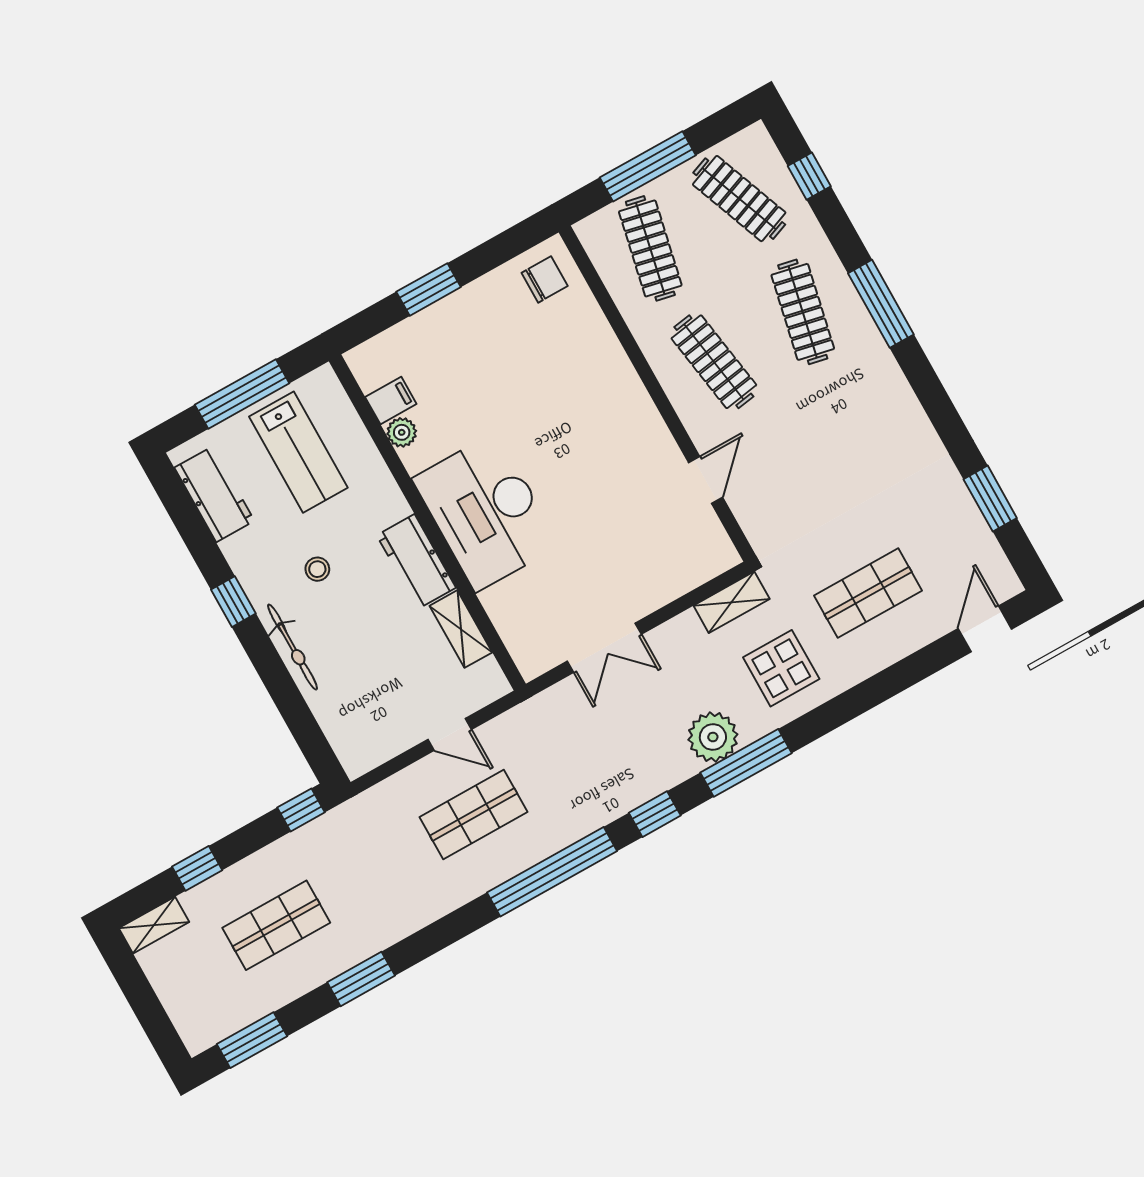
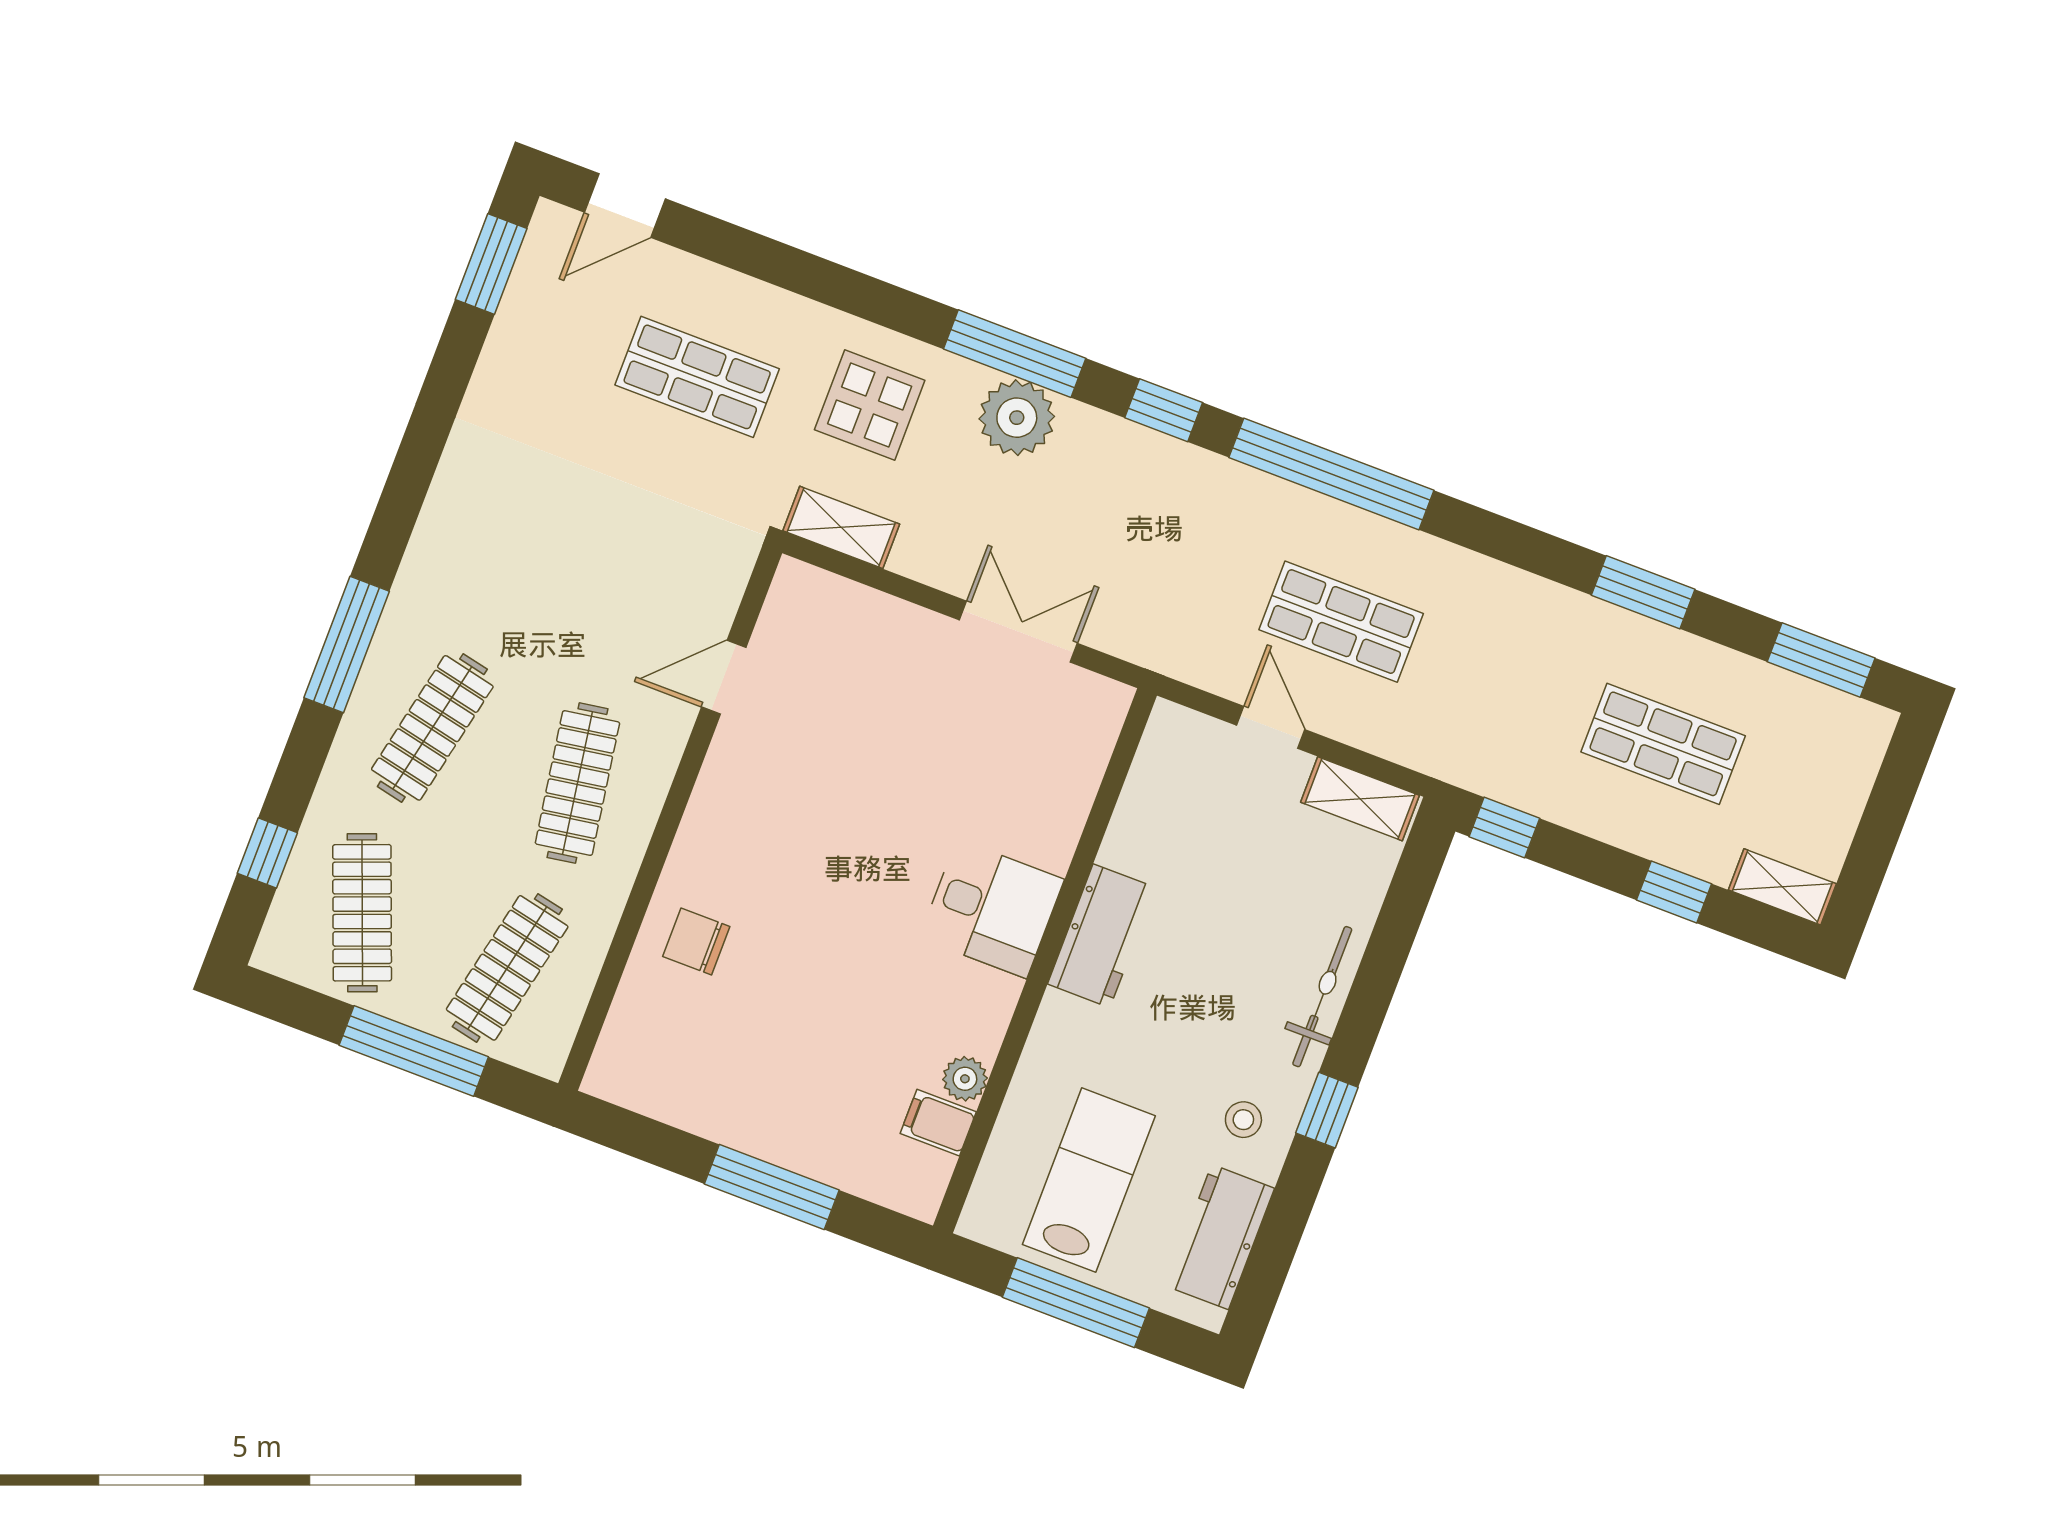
chair: (545, 279) -> (696, 941), moved
window: (429, 289) -> (772, 1187), width x1.44
window: (990, 499) -> (491, 264), moved
desk: (486, 512) -> (992, 909), width x0.53, depth x0.77
stool: (317, 569) -> (1243, 1120), moved
shelving: (461, 629) -> (1360, 799), moved, turned 90

